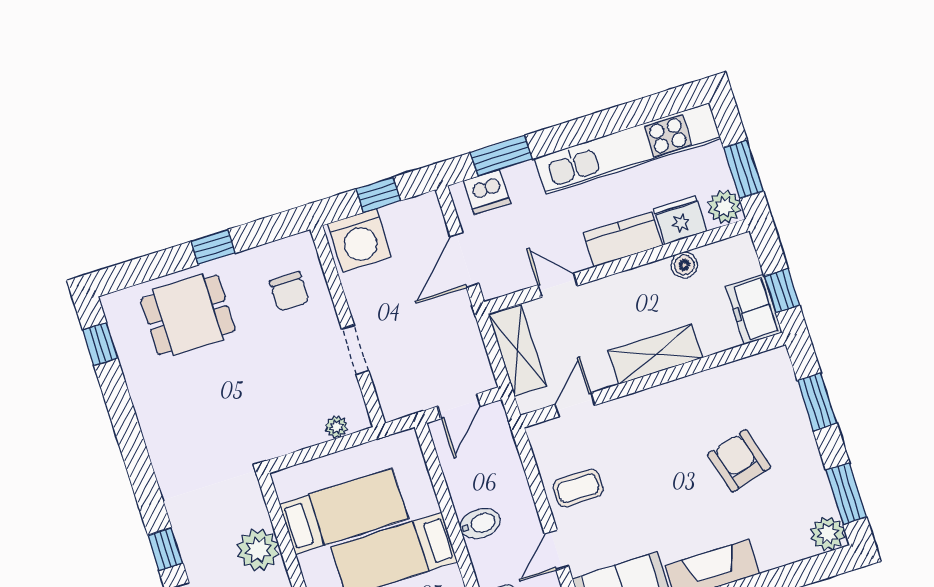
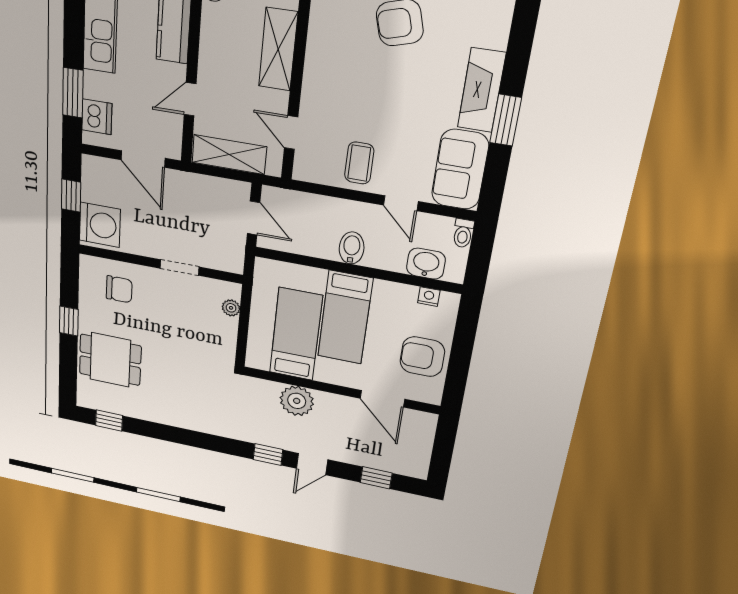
dining table: (188, 315) -> (110, 360), turned 90

